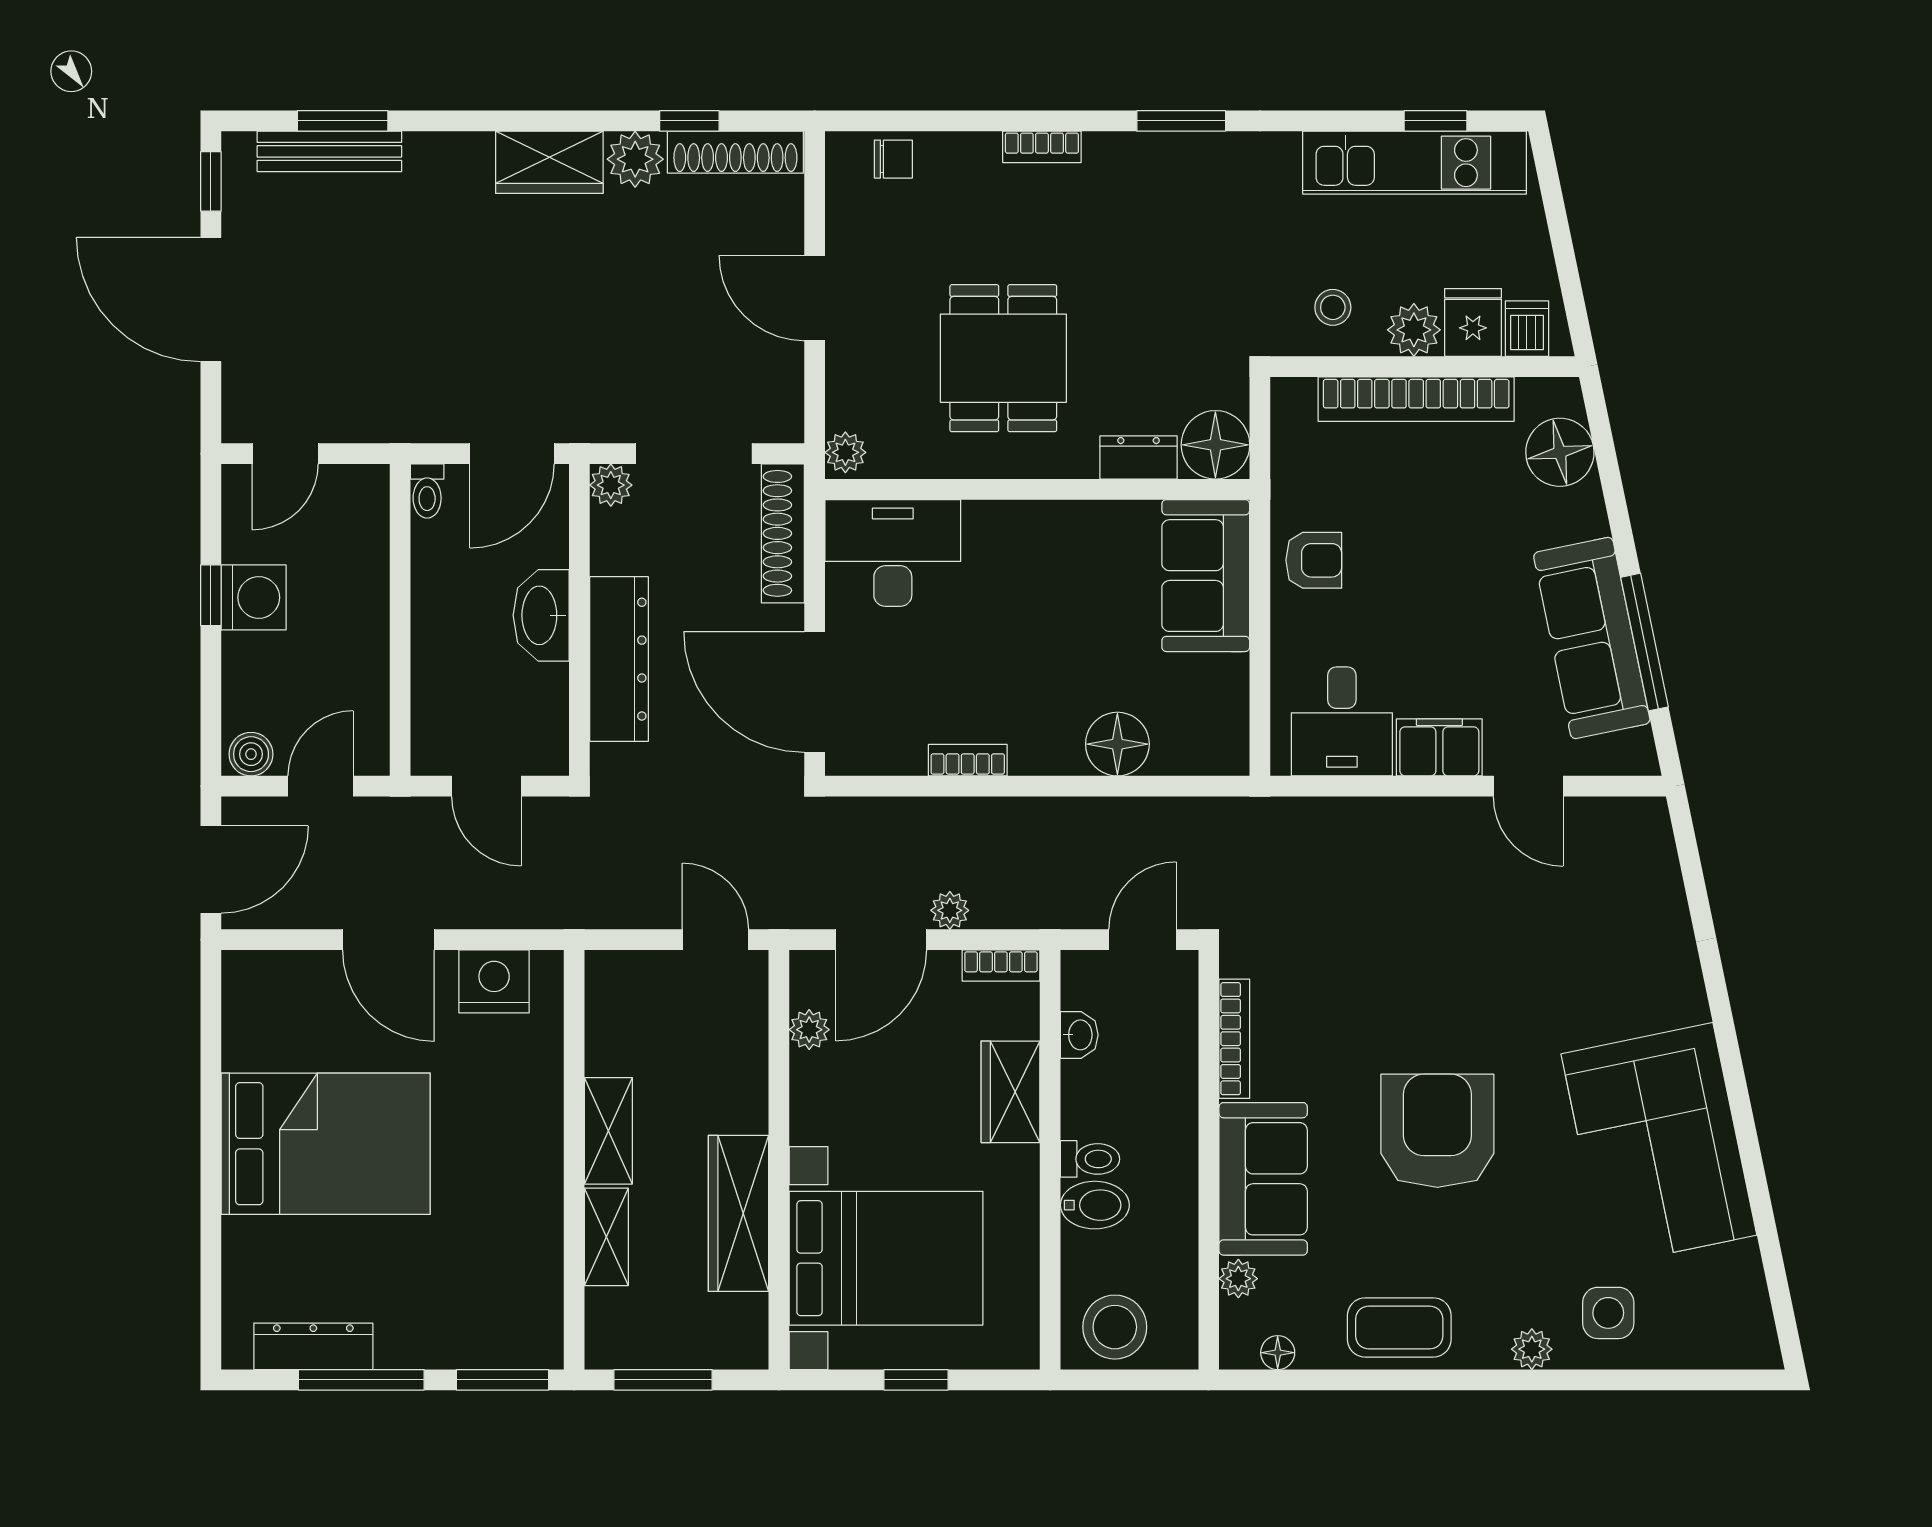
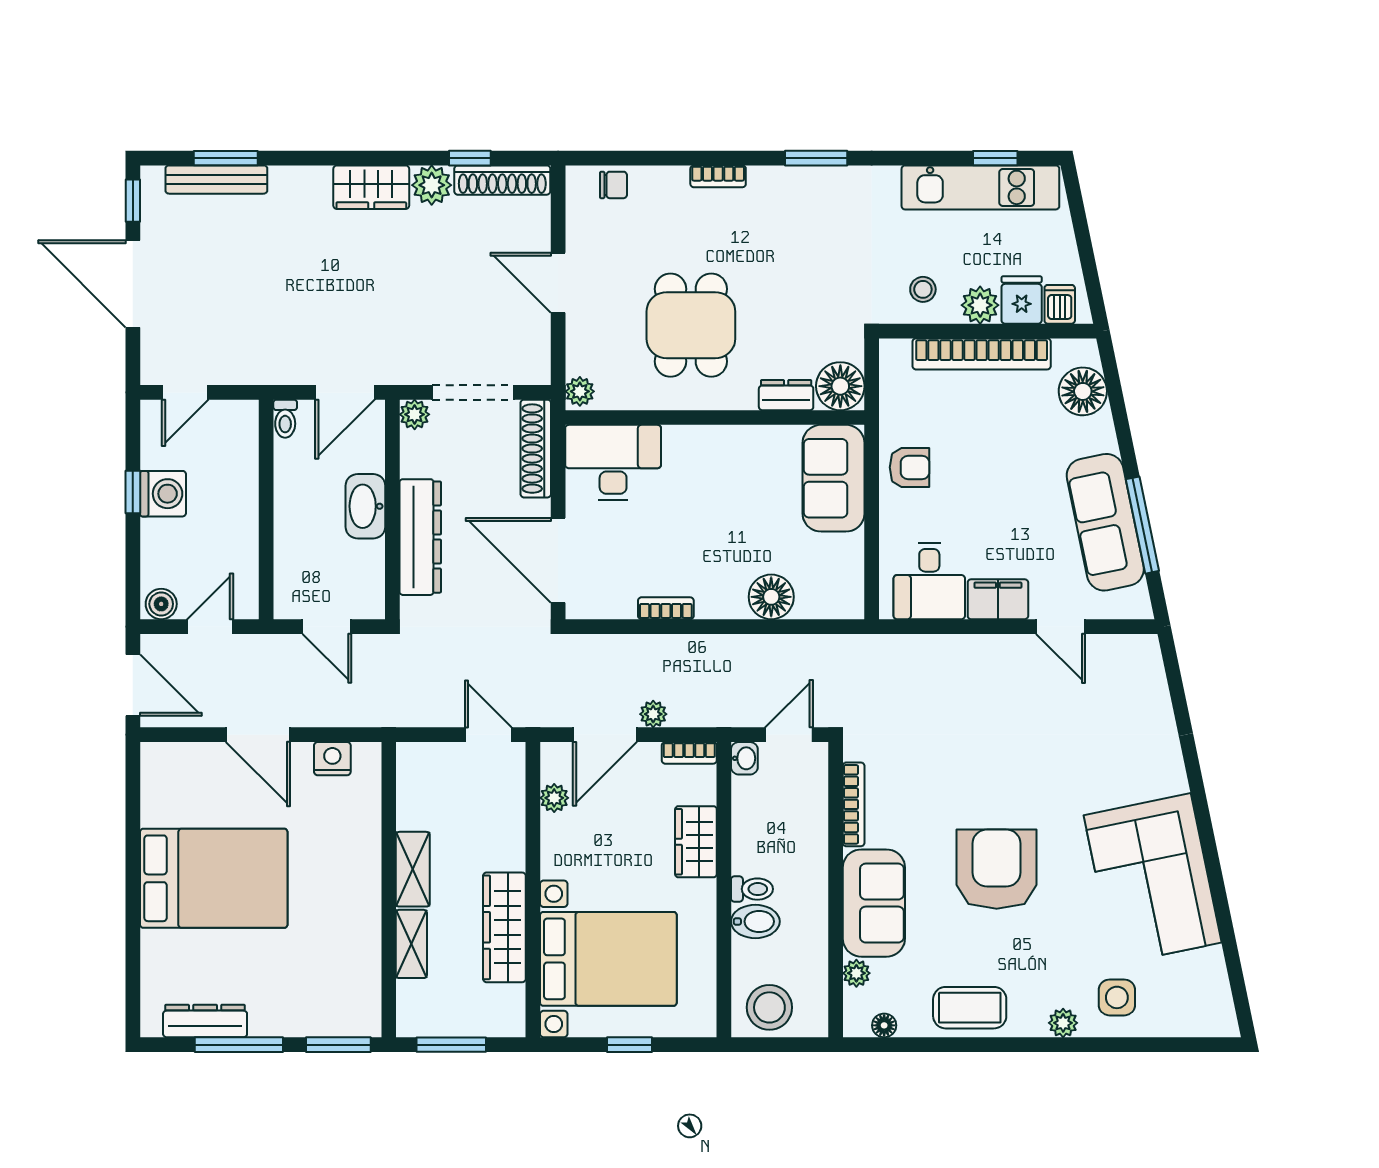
door: (211, 869) -> (133, 685), hinge flipped
nightstand: (494, 981) -> (332, 759), width x0.74, depth x0.75
washbasin: (1079, 1035) -> (744, 758), moved

